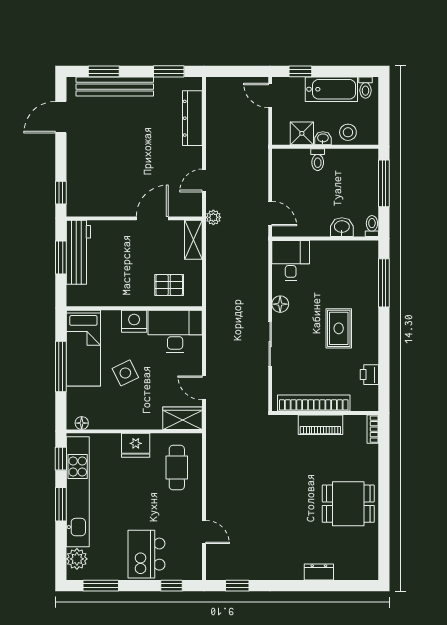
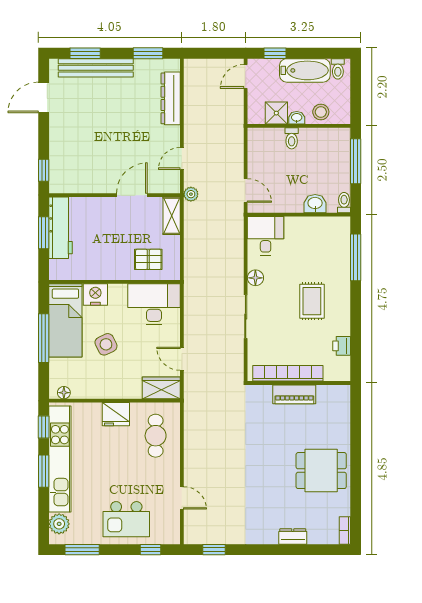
door: (270, 95) -> (246, 76), hinge flipped
nightstand: (134, 321) -> (95, 294), moved
bookcase: (373, 429) -> (345, 531), moved
kitchen island: (146, 554) -> (126, 519), turned -90

